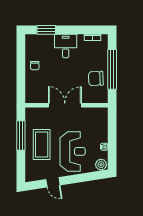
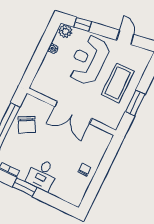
window: (46, 30) -> (25, 187), moved
chair: (96, 78) -> (27, 125), turned 64
window: (21, 136) -> (135, 103), width x0.69
window: (90, 176) -> (83, 24), added

